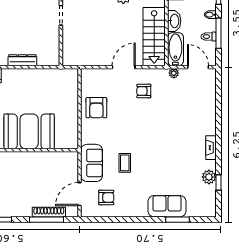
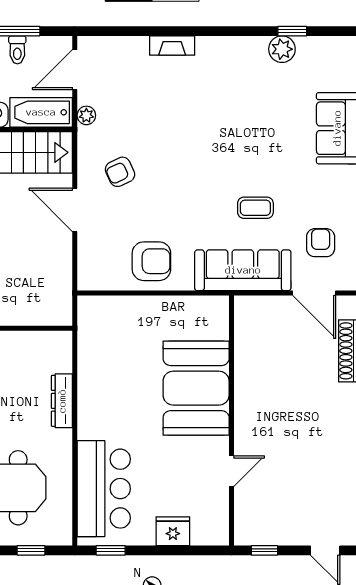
armchair: (144, 91) -> (120, 172), turned 65
fireplace: (211, 148) -> (172, 45), moved
sofa: (92, 163) -> (243, 270), width x1.36

